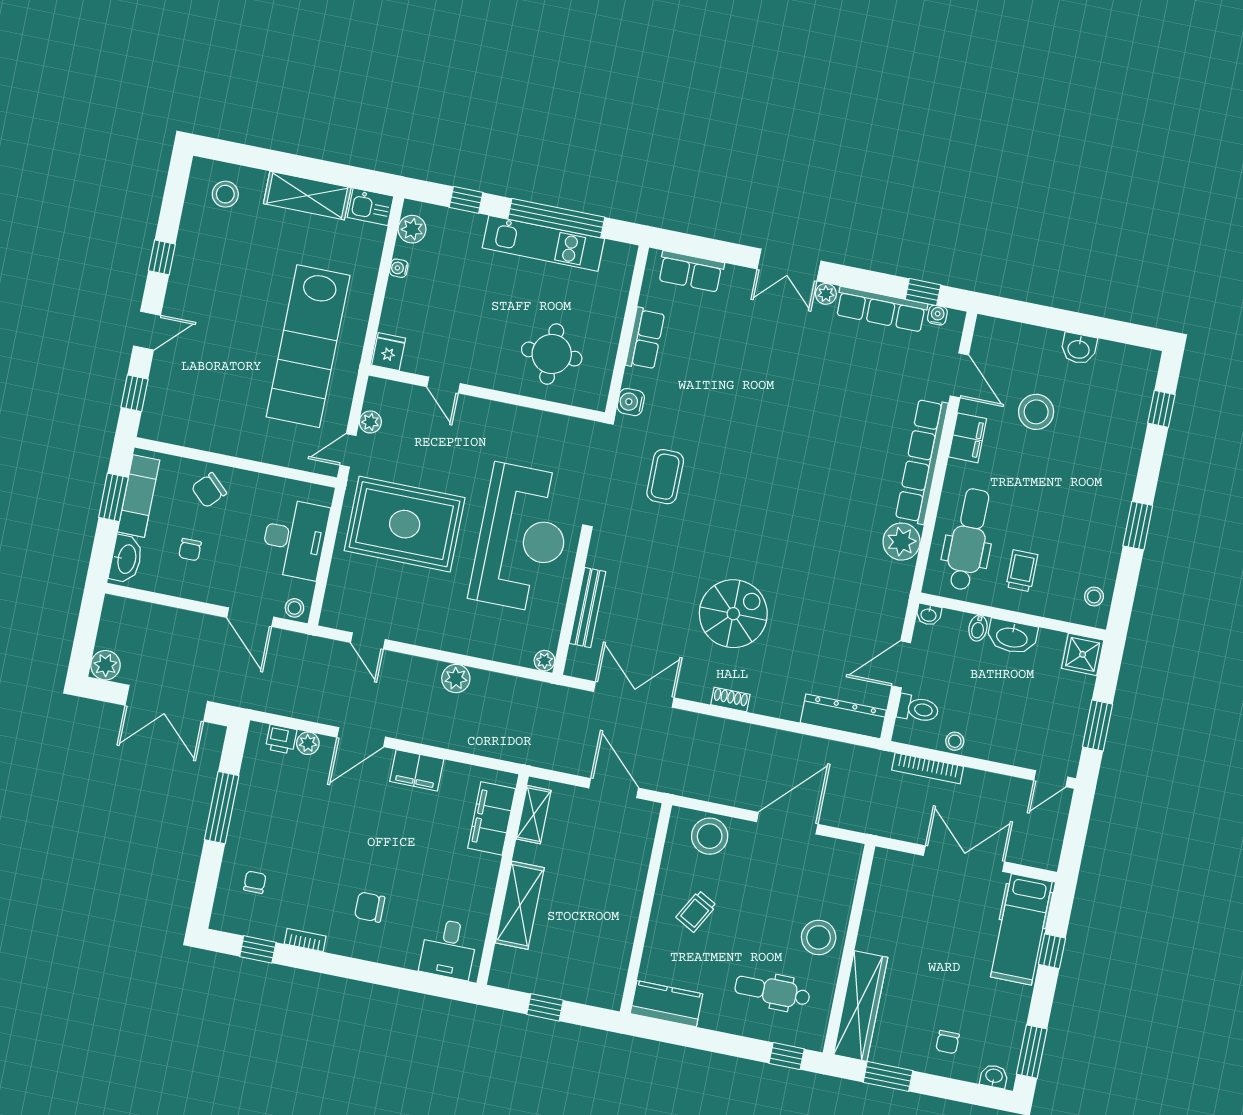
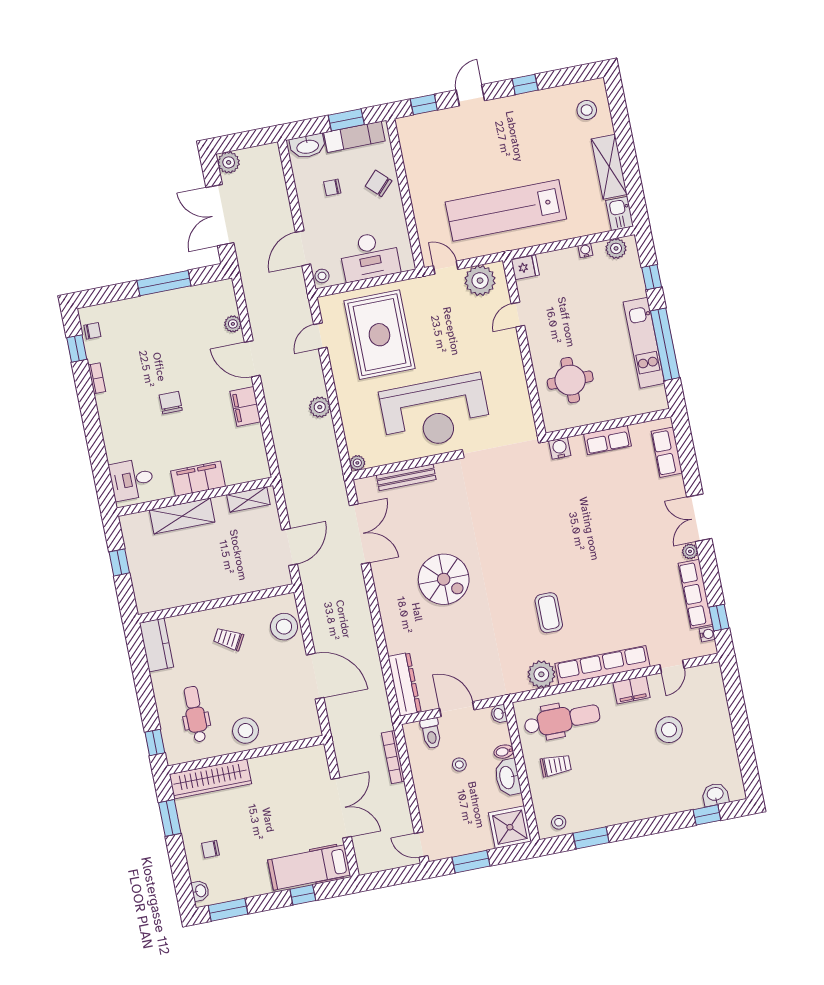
door: (147, 331) -> (470, 95), swing flipped
washbasin: (1079, 349) -> (715, 795), moved, turned 90
door: (959, 375) -> (672, 667), width x0.73
plant: (370, 422) -> (480, 281), width x1.88, depth x1.88
coffee table: (665, 477) -> (549, 613), moved, turned 90
rug: (405, 524) -> (379, 335), moved
window: (1138, 526) -> (591, 838), moved
shower: (1083, 654) -> (510, 827), width x1.36, depth x1.36
shoe rack: (730, 699) -> (384, 602), removed
printer: (281, 739) -> (228, 304), removed
stool: (955, 741) -> (459, 765), moved
filing cabinet: (492, 818) -> (198, 479), moved
chair: (255, 882) -> (92, 331), moved
chair: (370, 907) -> (171, 403), moved

